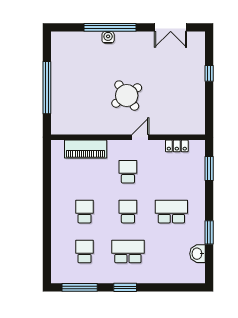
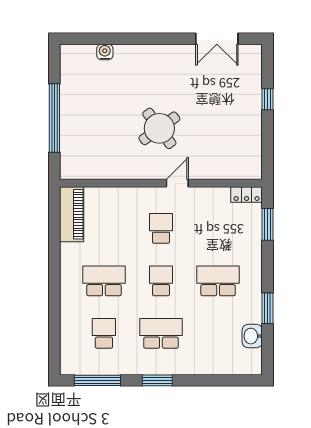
window: (110, 27) -> (137, 39), removed
water cooler: (108, 37) -> (105, 52), moved
locker: (177, 146) -> (247, 195), moved
piano: (86, 149) -> (72, 214), moved, turned -90
school desk: (85, 212) -> (104, 281), width x1.85

